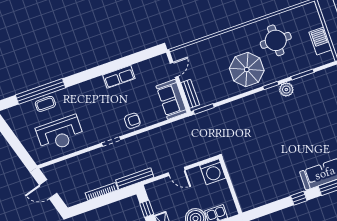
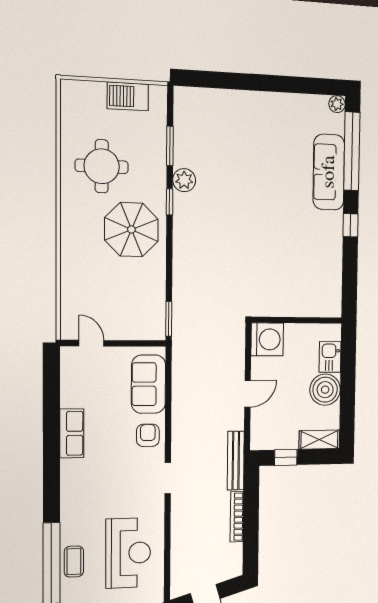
bench: (190, 94) -> (138, 332), removed
sofa: (172, 99) -> (148, 384), moved, turned 90

